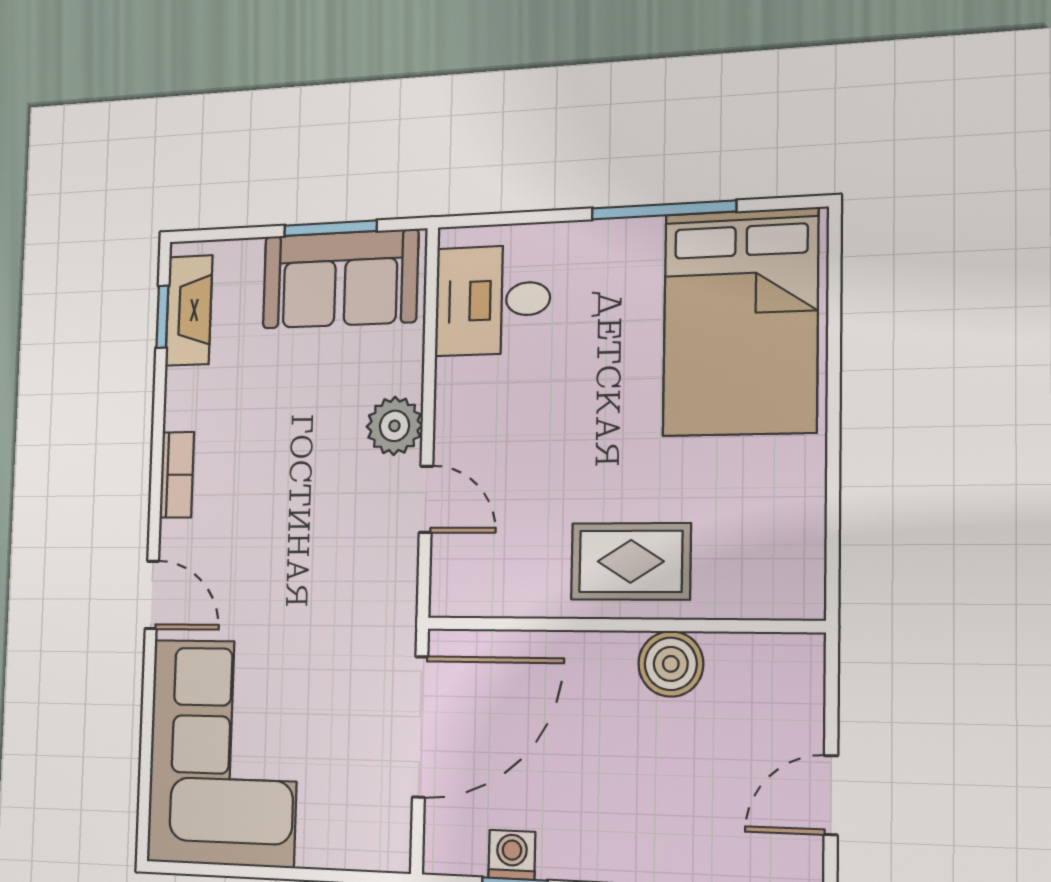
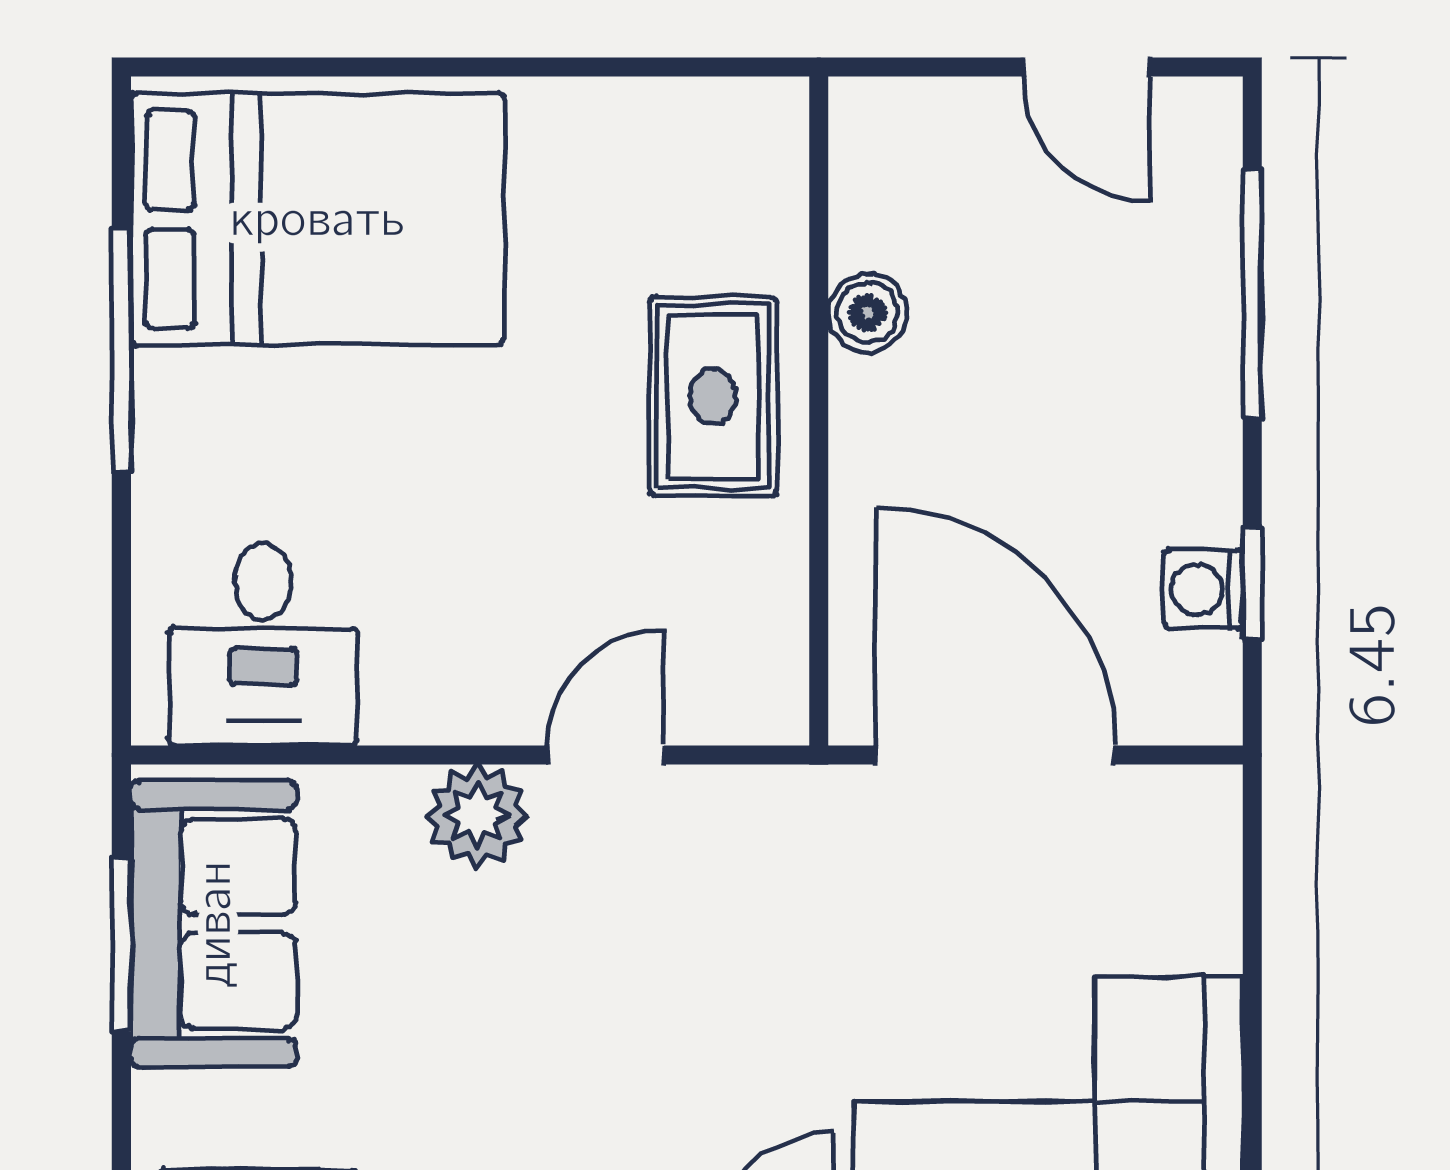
boiler: (671, 664) -> (868, 313), width x0.73, depth x0.73

